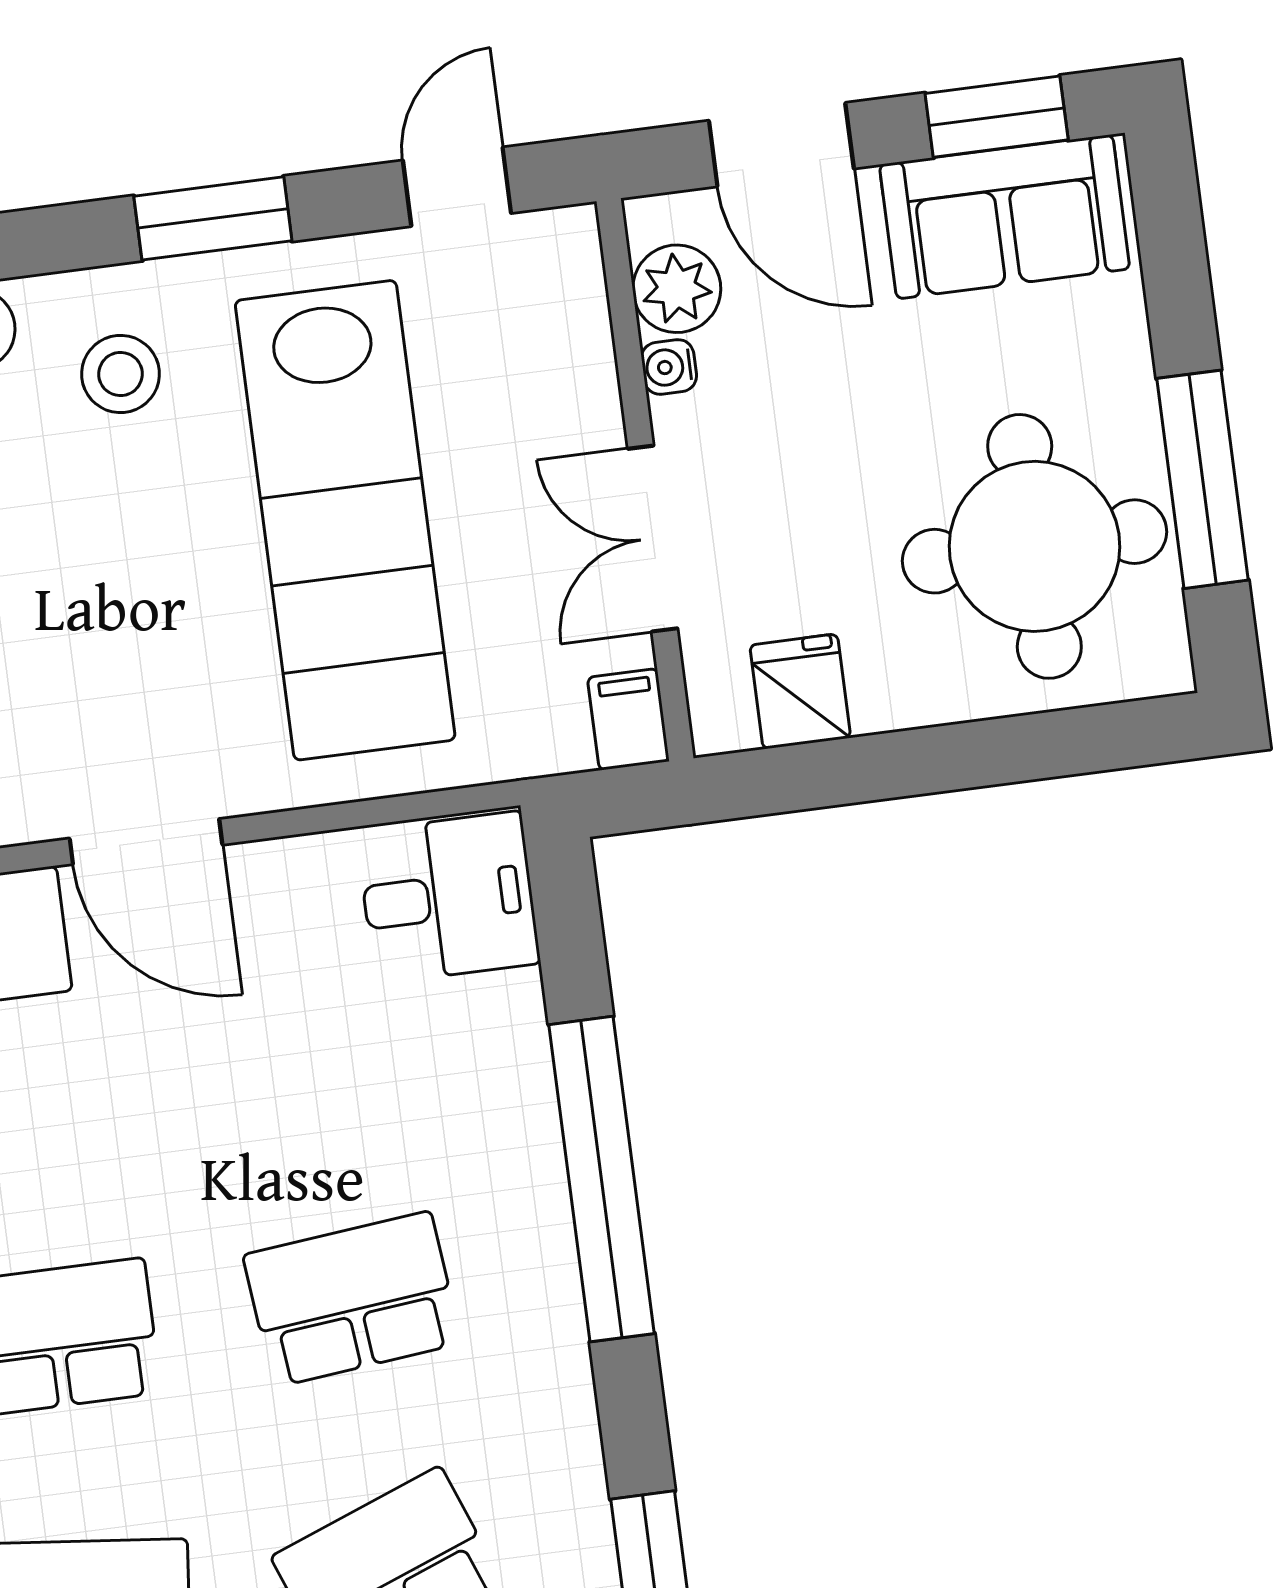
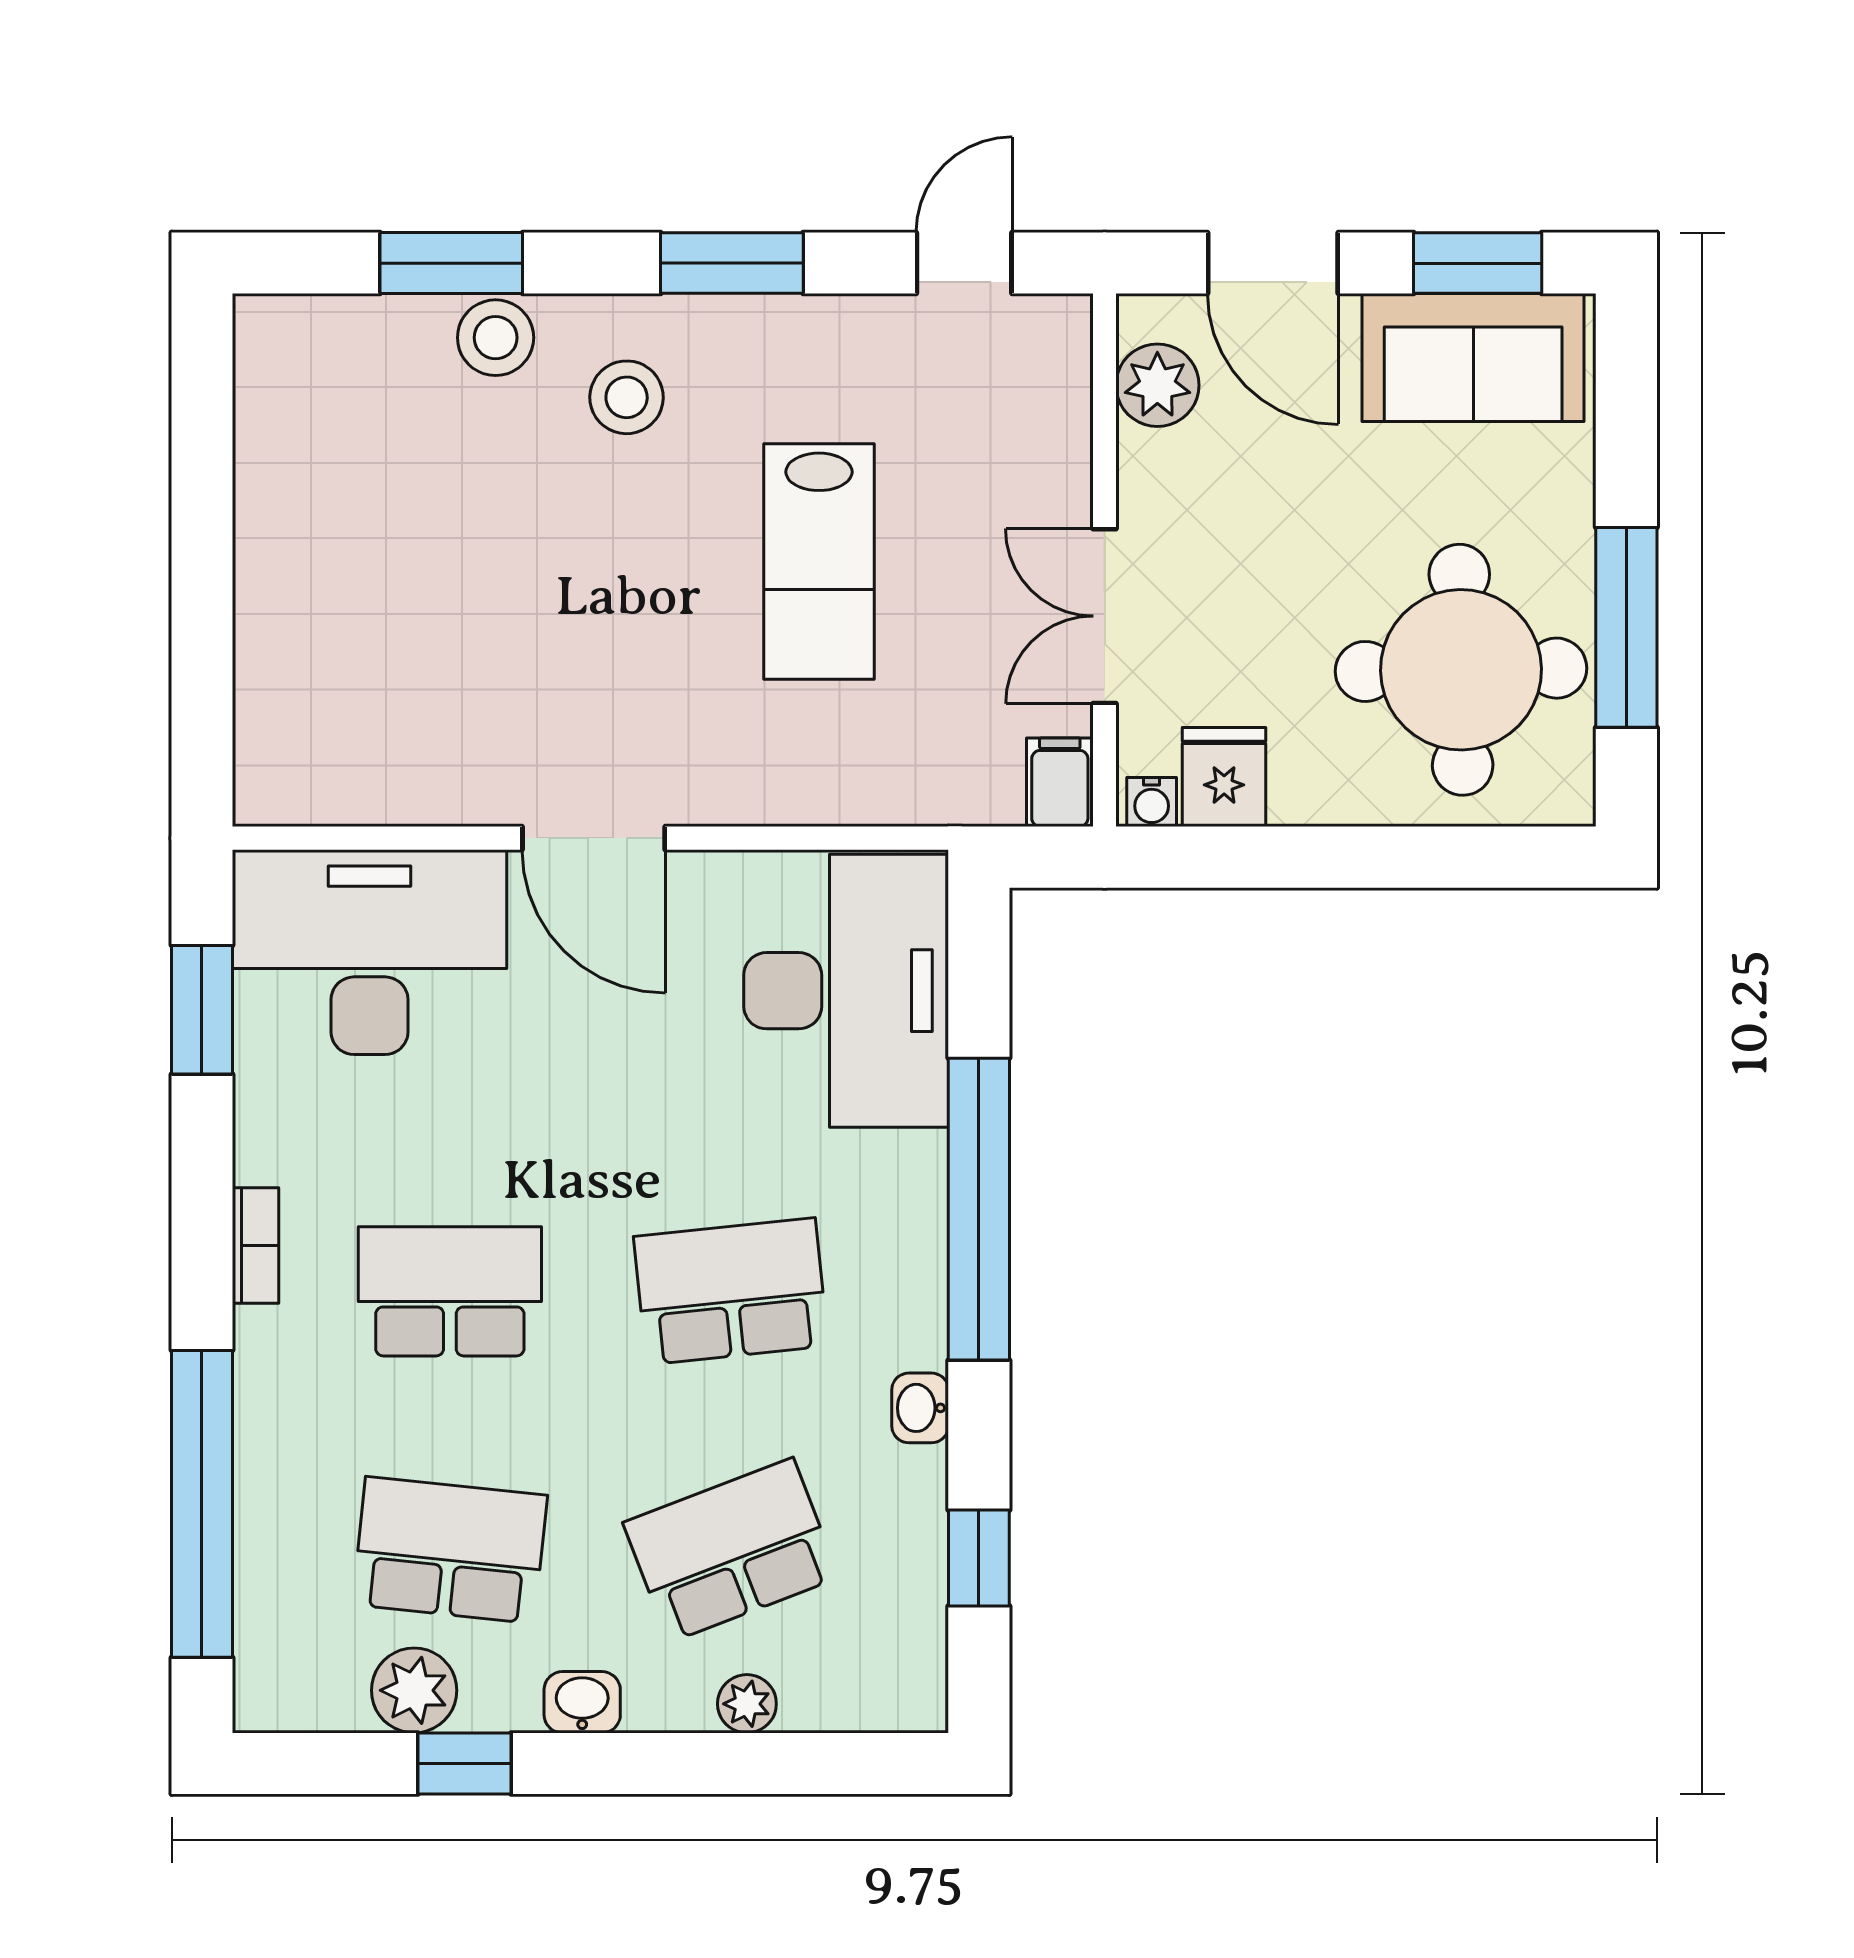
water cooler: (669, 367) -> (1152, 802), moved, turned -90
lab bench: (345, 520) -> (819, 561), width x0.54, depth x0.72
desk: (448, 897) -> (846, 991), width x1.87, depth x1.30
washbasin: (567, 1396) -> (920, 1408), added

